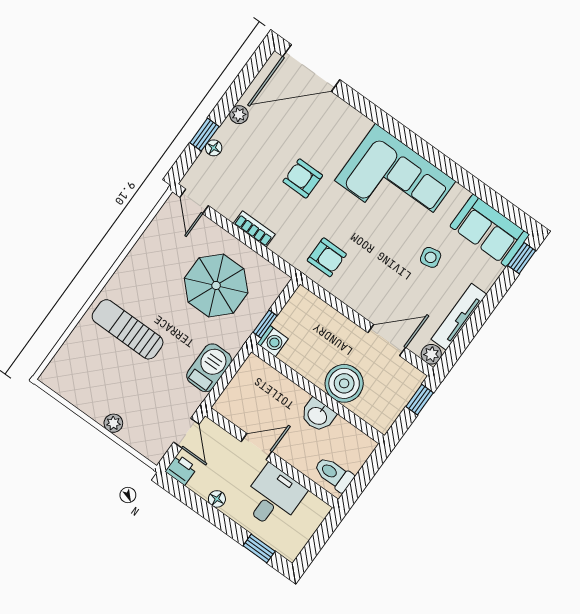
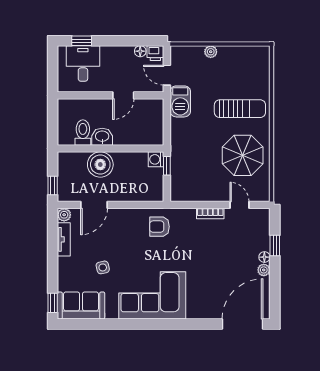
floor lamp: (214, 148) -> (264, 257), moved
armchair: (303, 178) -> (204, 260), removed
door: (194, 201) -> (239, 205), moved
parasol: (216, 285) -> (243, 155), moved
tv unit: (459, 317) -> (64, 239), width x0.71
barbecue: (209, 368) -> (180, 101), moved
toilet: (334, 474) -> (83, 133), moved, turned -90
desk: (273, 497) -> (83, 63), moved, turned 180
floor lamp: (217, 499) -> (140, 51), moved

